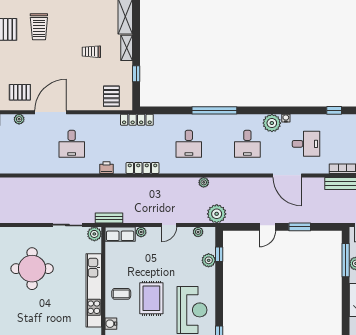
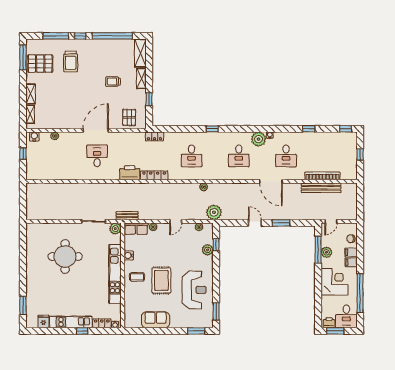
pallet: (20, 92) -> (55, 114), removed
window: (214, 110) -> (212, 129), width x0.32
door: (51, 112) -> (96, 130), moved
locker: (137, 120) -> (154, 136), width x0.66
desk: (72, 144) -> (97, 156), turned 180
desk: (306, 144) -> (286, 156), turned 90
printer: (106, 168) -> (130, 173), width x1.87, depth x1.48
door: (267, 227) -> (255, 223), swing flipped
water cooler: (111, 324) -> (129, 255), moved

